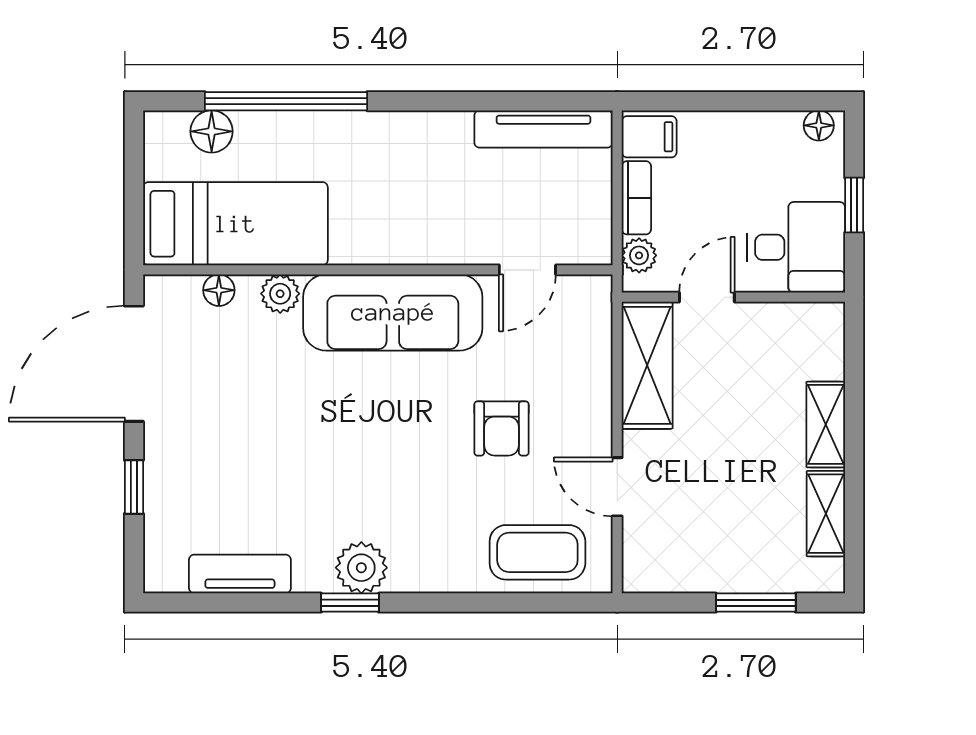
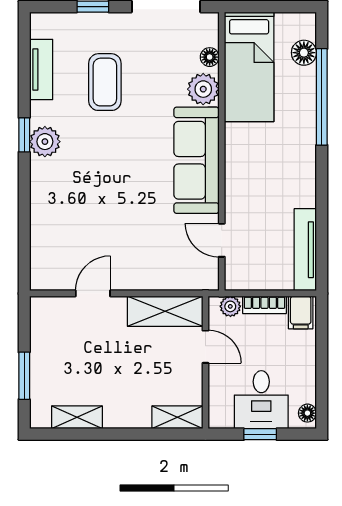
desk: (796, 247) -> (261, 400), moved
plant: (280, 294) -> (203, 89), width x1.38, depth x1.38
shelving: (826, 424) -> (177, 417), moved
armchair: (501, 428) -> (128, 225), removed
coffee table: (537, 552) -> (105, 82), moved

